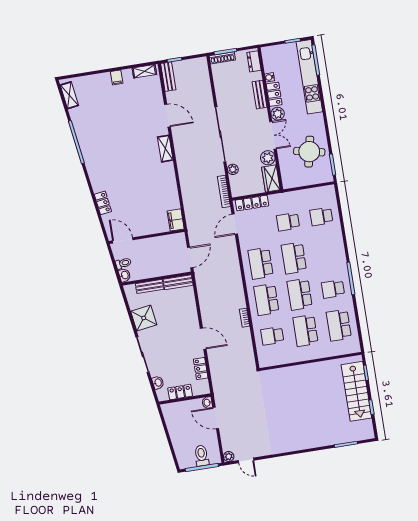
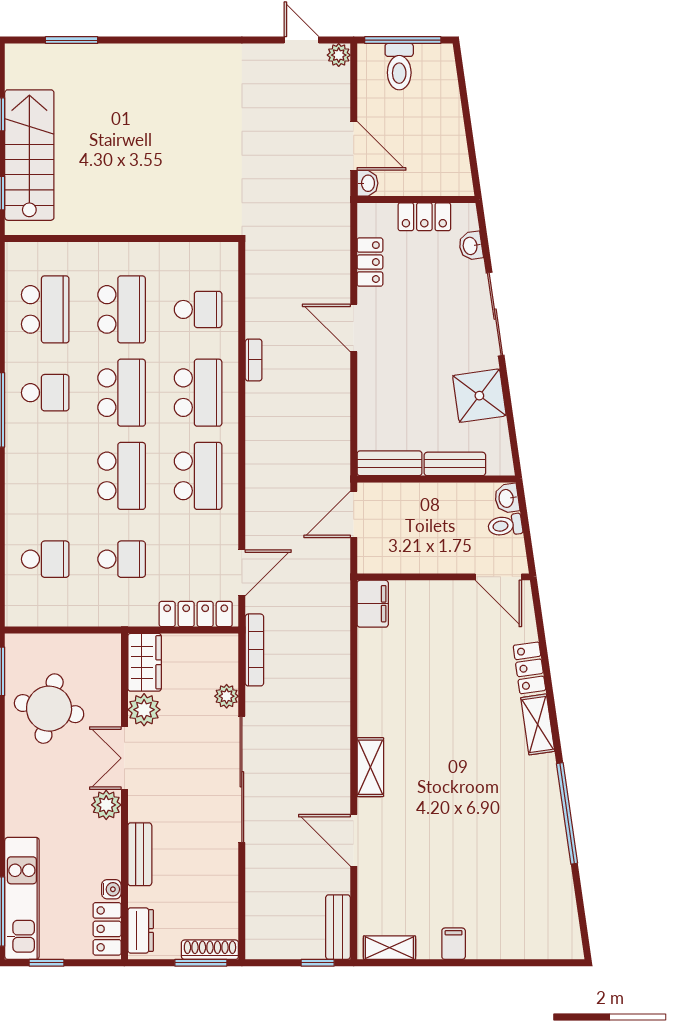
kitchen unit: (309, 77) -> (22, 898), width x0.73
locker: (274, 94) -> (107, 929), moved
shelving: (69, 95) -> (538, 724), moved

